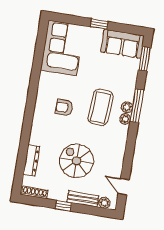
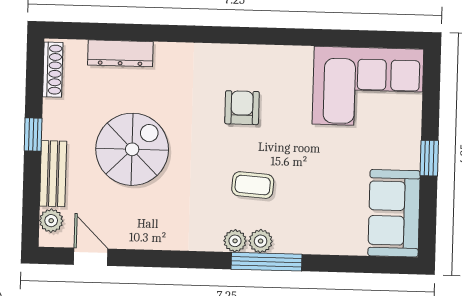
window: (145, 59) -> (369, 265), removed
coffee table: (101, 107) -> (253, 185), width x0.54, depth x0.58
door: (124, 187) -> (91, 257), hinge flipped

